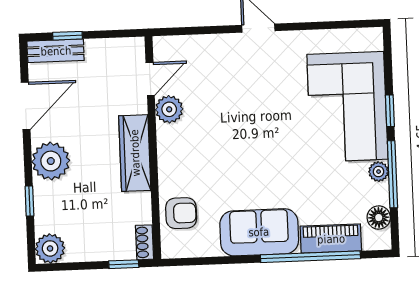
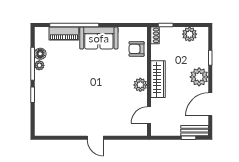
corner sofa: (347, 107) -> (53, 98), removed
plant: (169, 109) -> (140, 85), moved
floor lamp: (379, 218) -> (40, 54), moved
plant: (50, 248) -> (190, 34), moved

